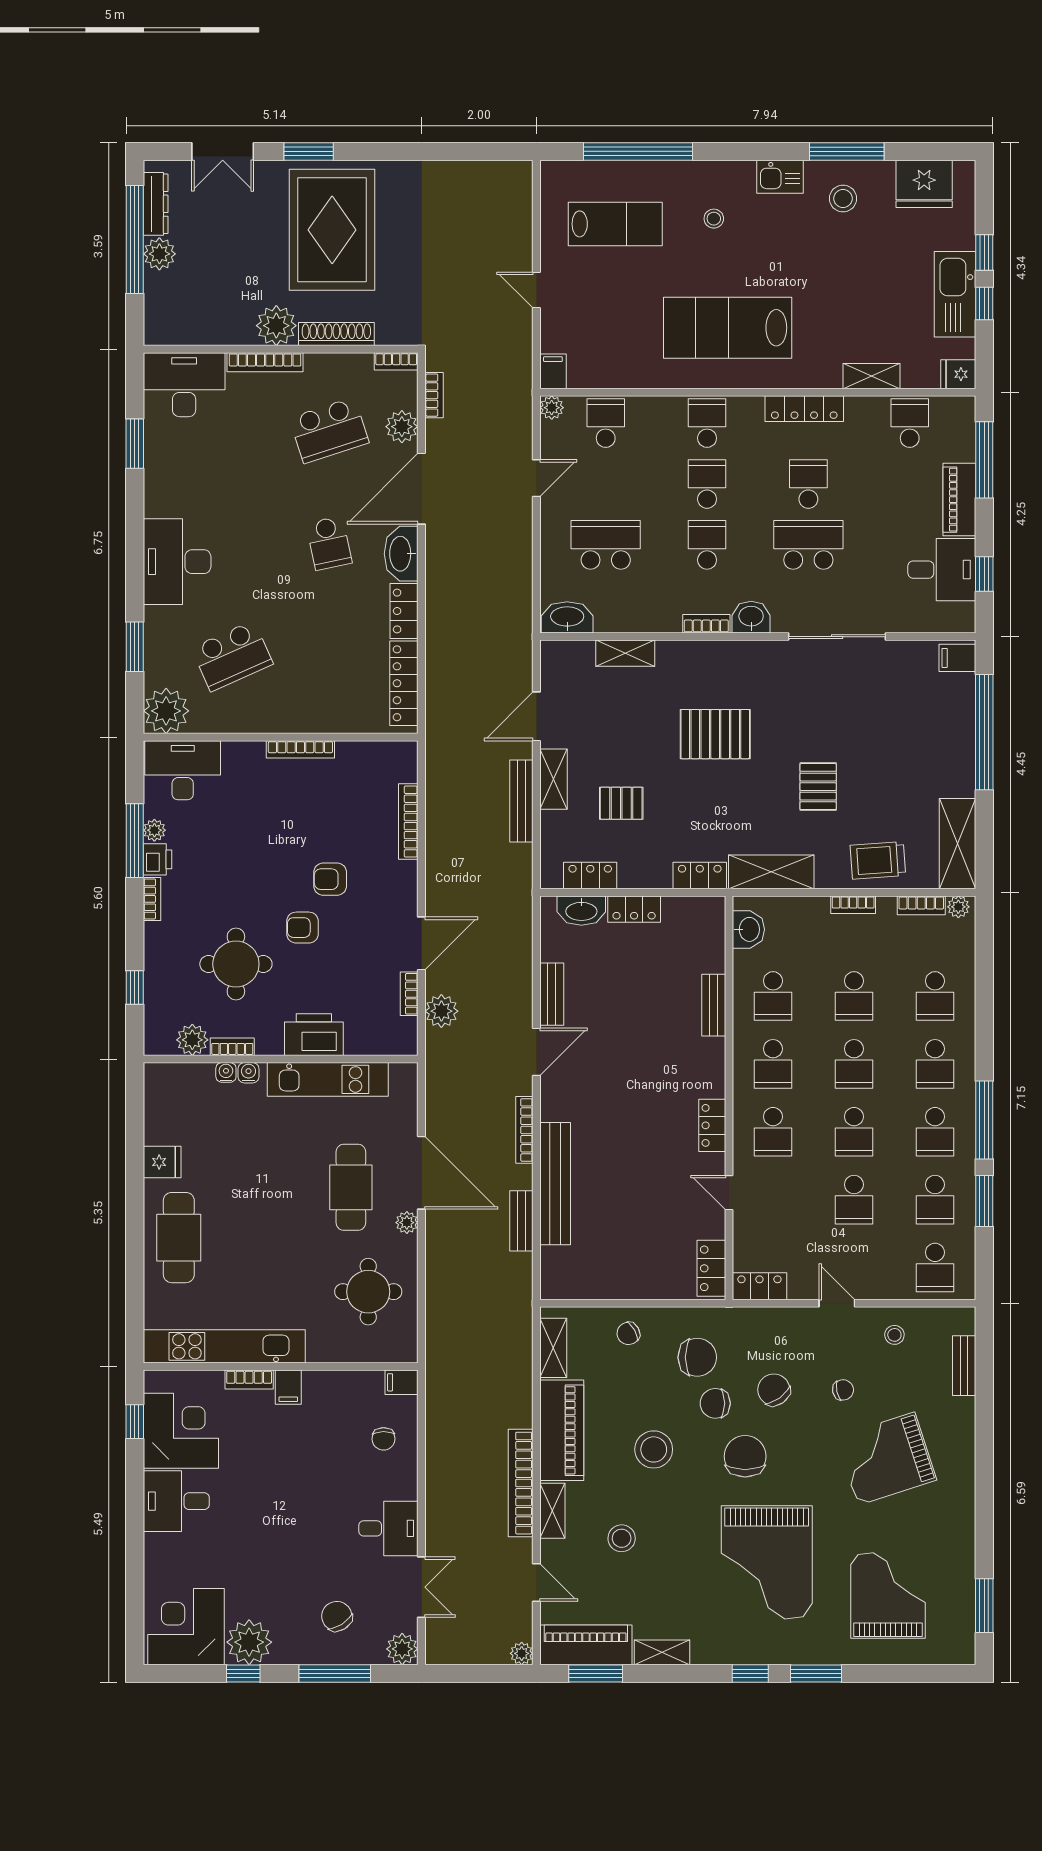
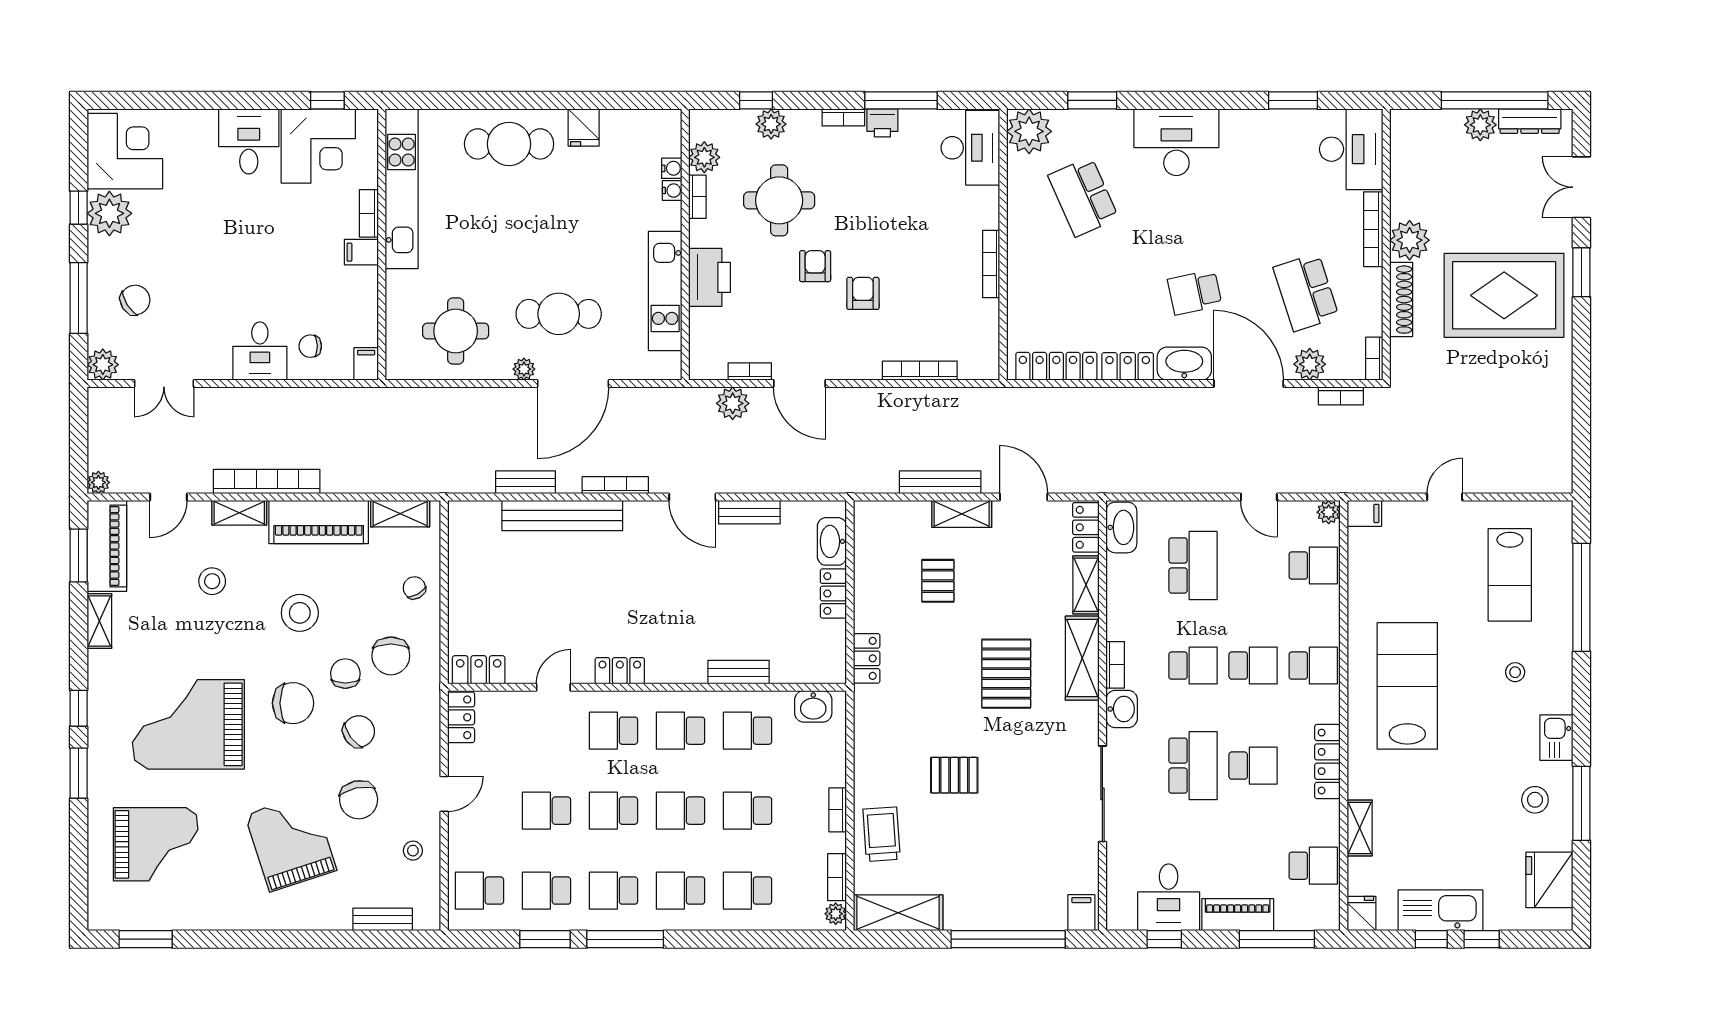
plant: (154, 830) -> (771, 124), moved, width x1.38, depth x1.38
shelving: (771, 872) -> (1082, 658), moved
locker: (590, 875) -> (1086, 527), moved, turned 180
water cooler: (248, 1073) -> (672, 168), moved
chair: (843, 1390) -> (359, 800), width x1.87, depth x1.87
desk: (388, 1528) -> (260, 351), moved

